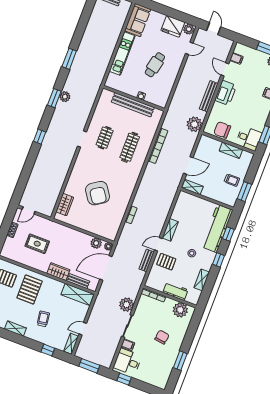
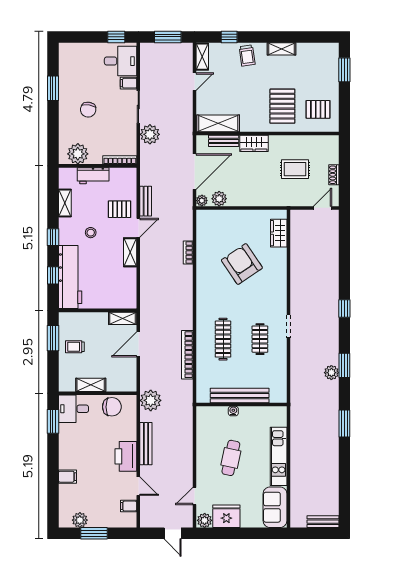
trolley: (43, 319) -> (247, 55), moved

